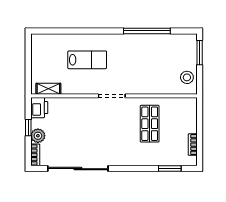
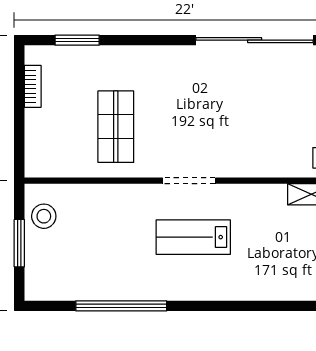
window: (200, 53) -> (19, 243), moved
lab bench: (87, 60) -> (193, 237), moved

